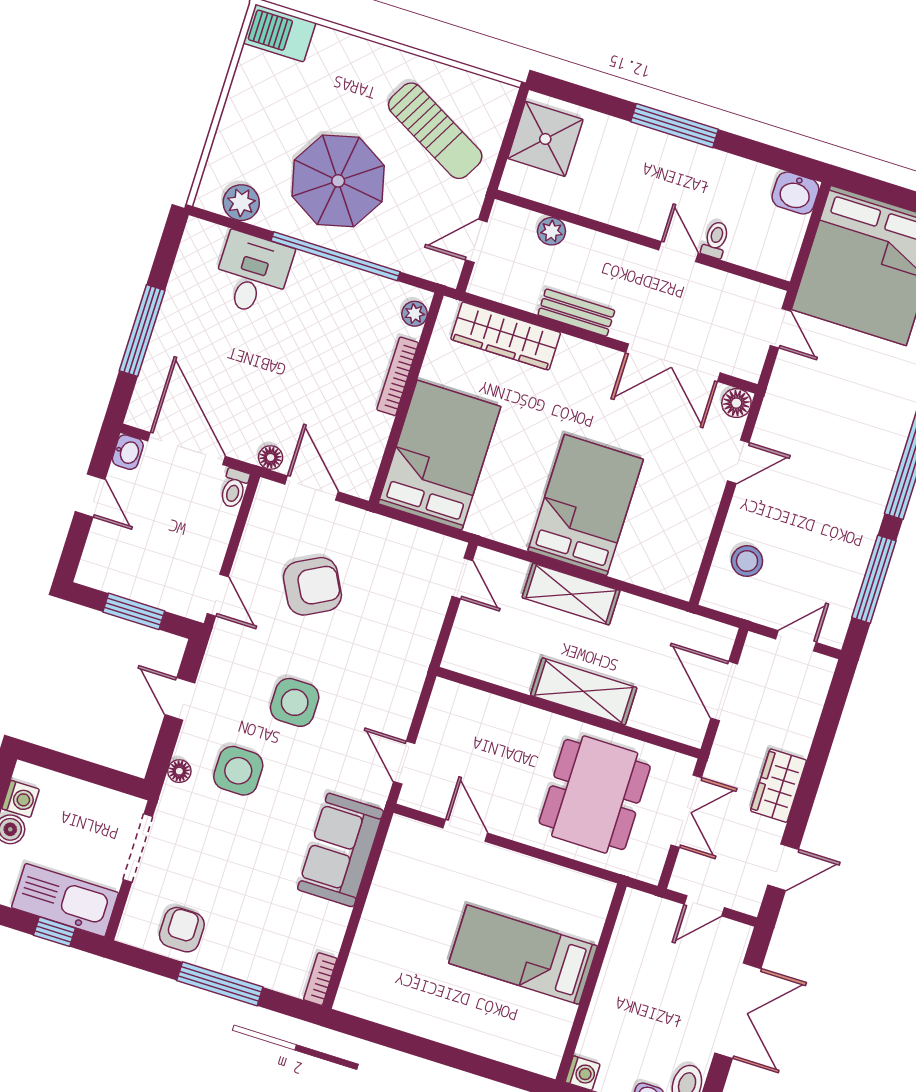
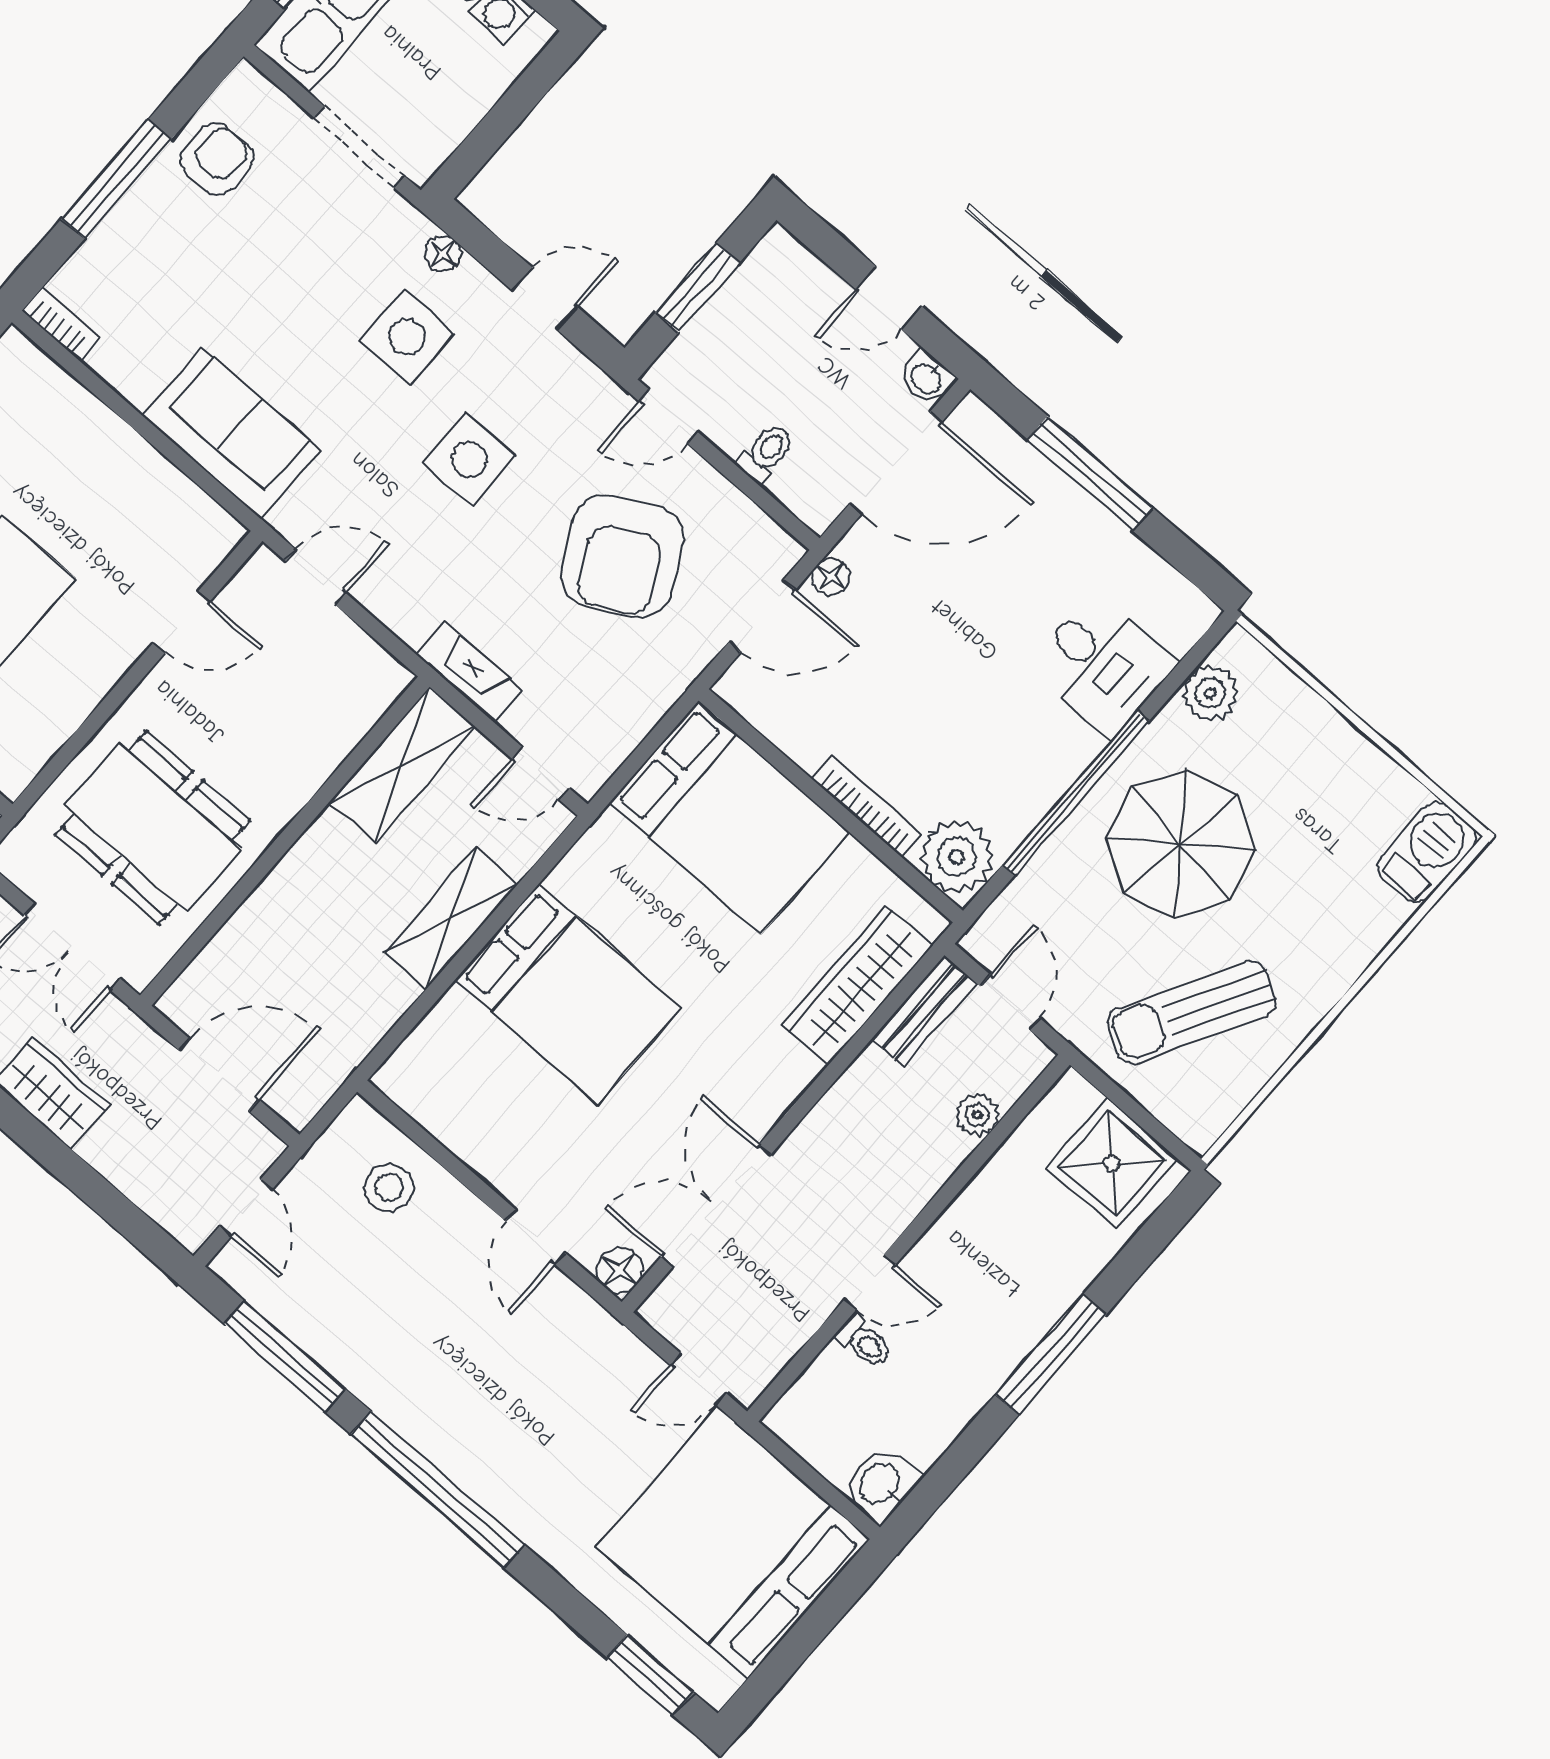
bench: (576, 313) -> (924, 1011), moved
plant: (415, 314) -> (957, 857), width x1.87, depth x1.87
toilet: (234, 488) -> (766, 453), moved, turned 90
armchair: (312, 586) -> (622, 556), width x1.36, depth x1.36
fireplace: (421, 647) -> (470, 672), added
shelving: (584, 691) -> (402, 765), moved
armchair: (182, 930) -> (217, 159), turned -90

